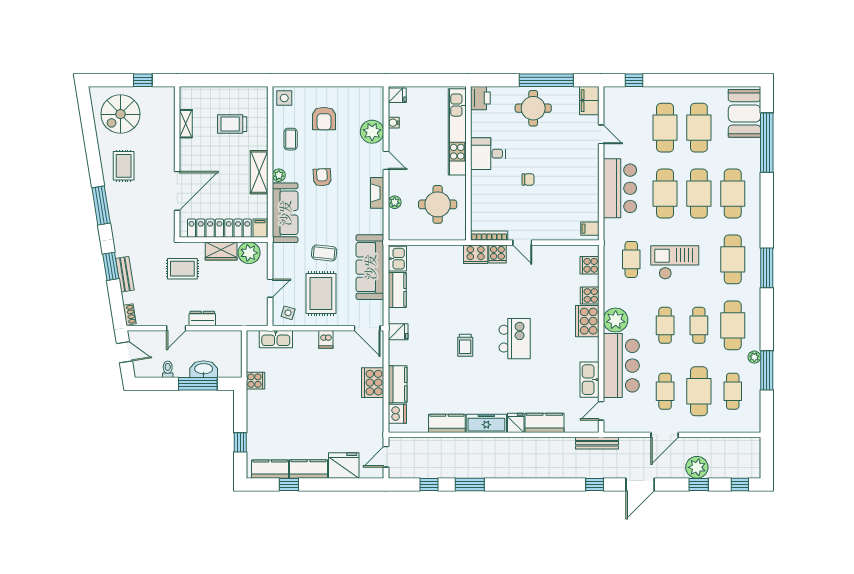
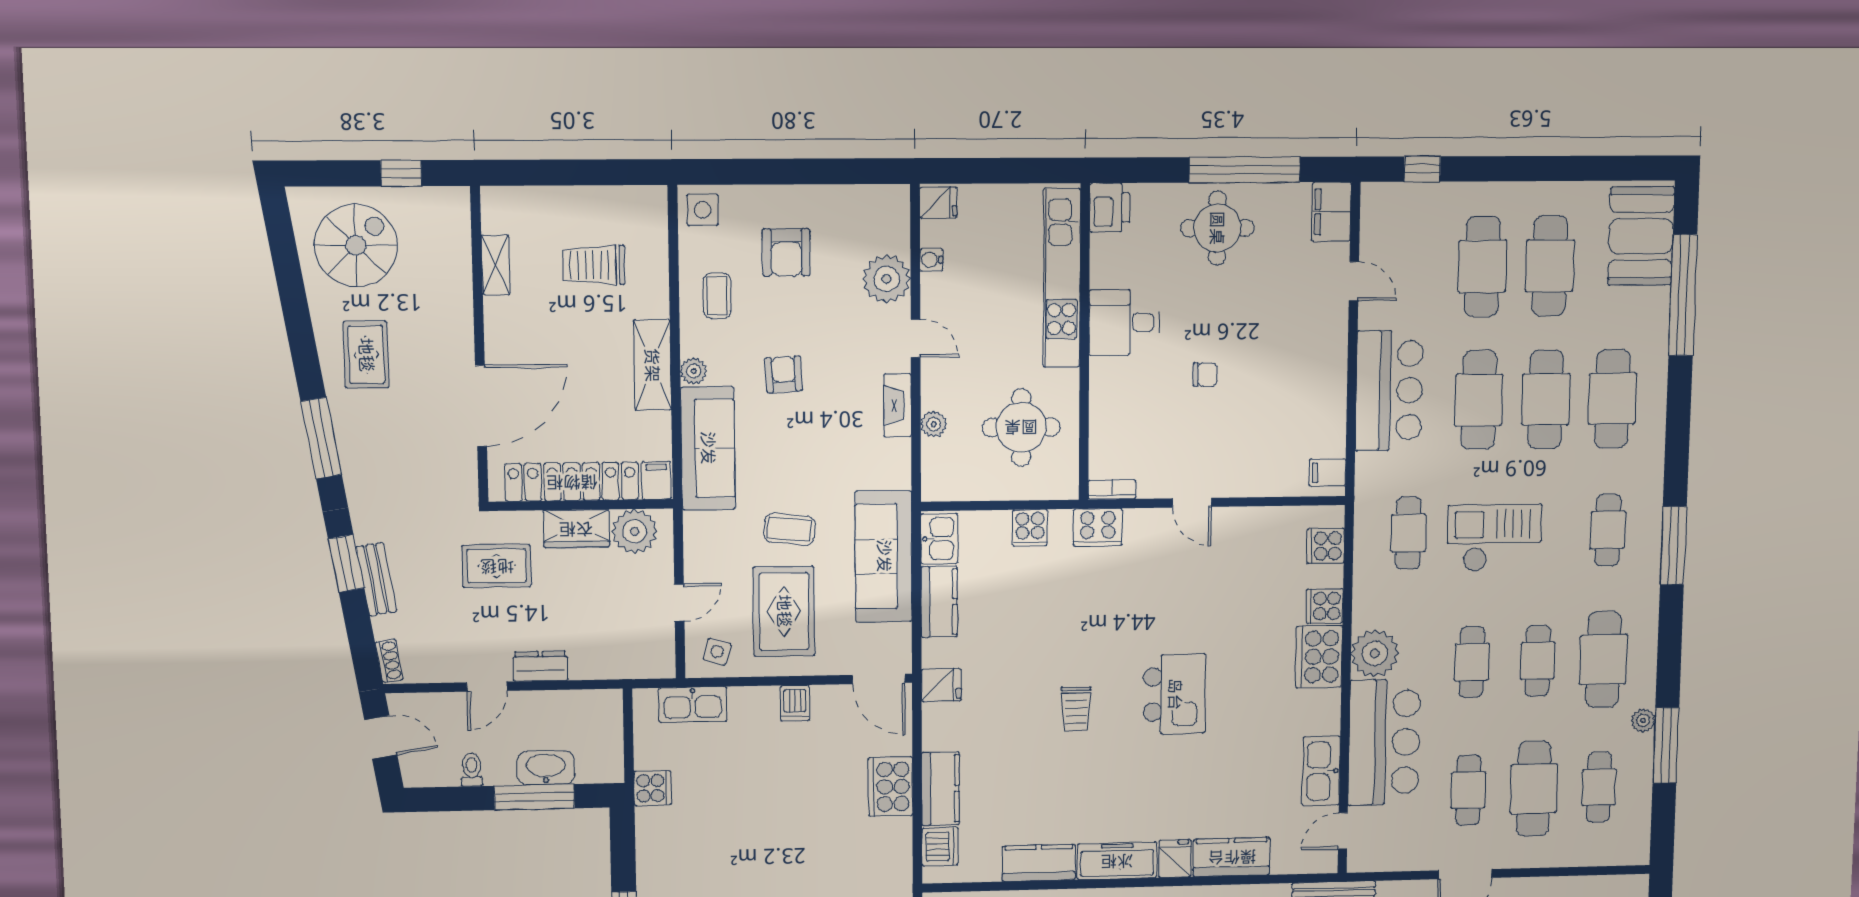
spiral stairs: (120, 114) -> (356, 245), turned 180
bookcase: (489, 236) -> (1112, 490), width x0.64
cooker: (497, 254) -> (1030, 528), moved
cafe table: (733, 259) -> (1608, 530), width x0.73, depth x0.74

